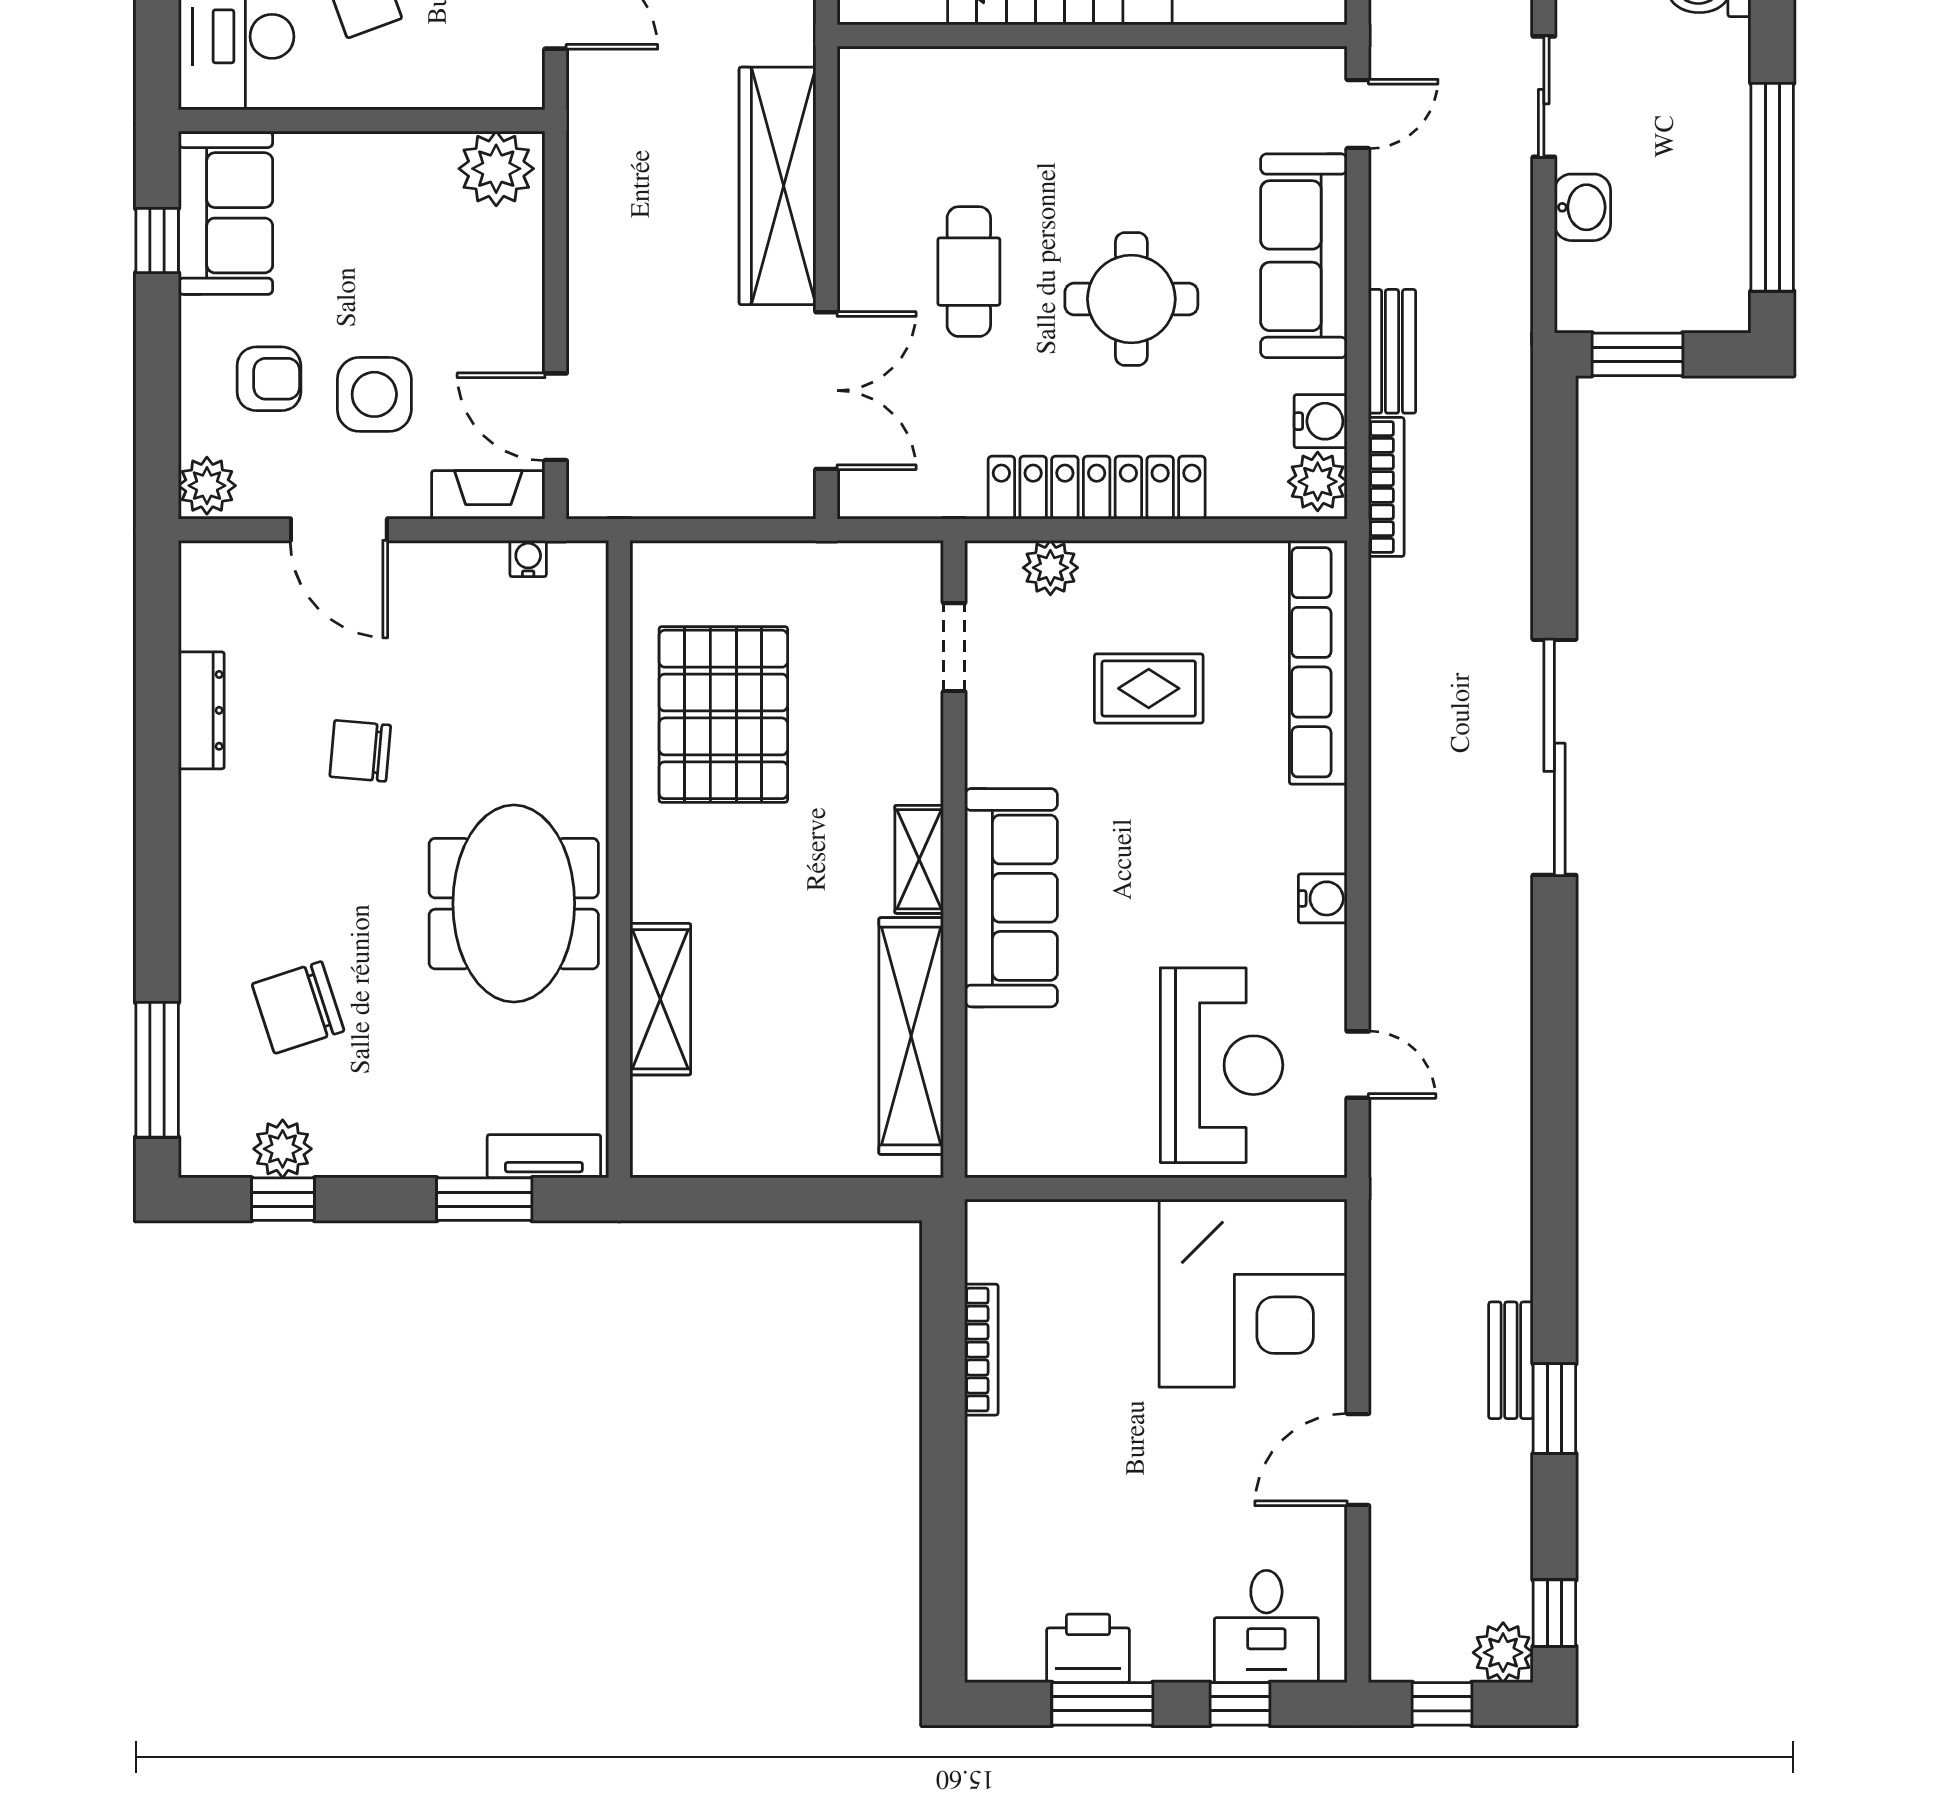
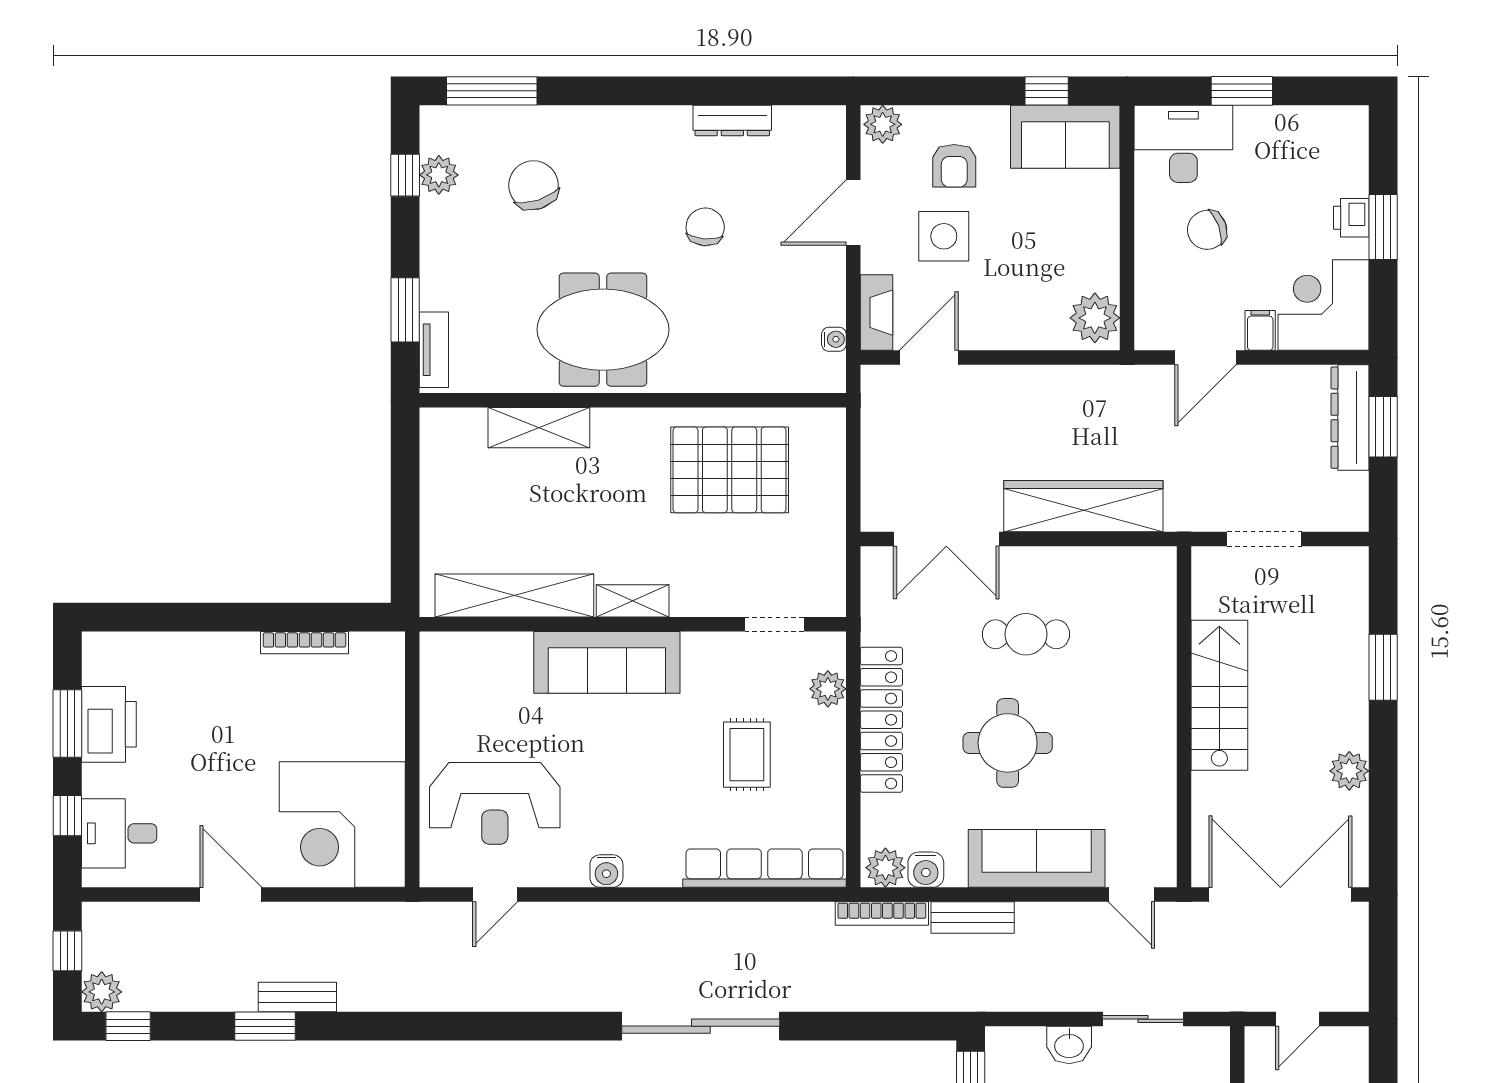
printer: (1088, 1648) -> (109, 724), width x1.37, depth x1.19

